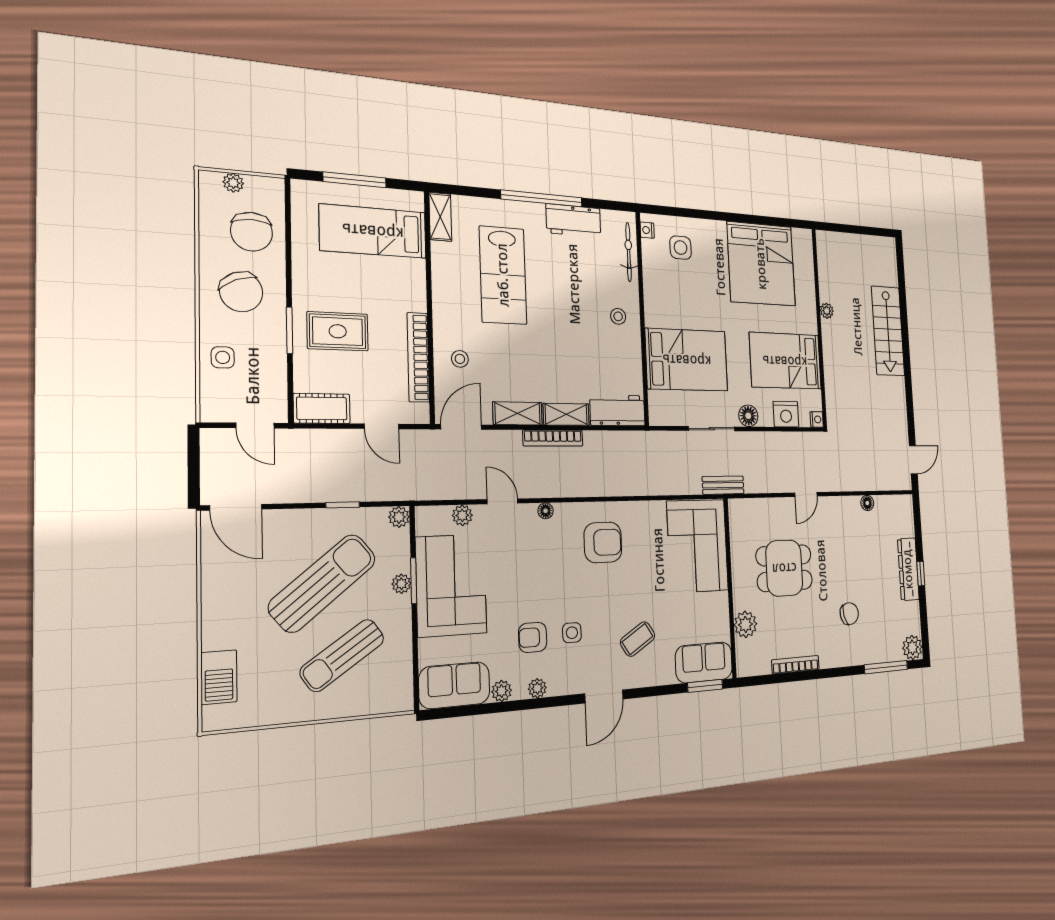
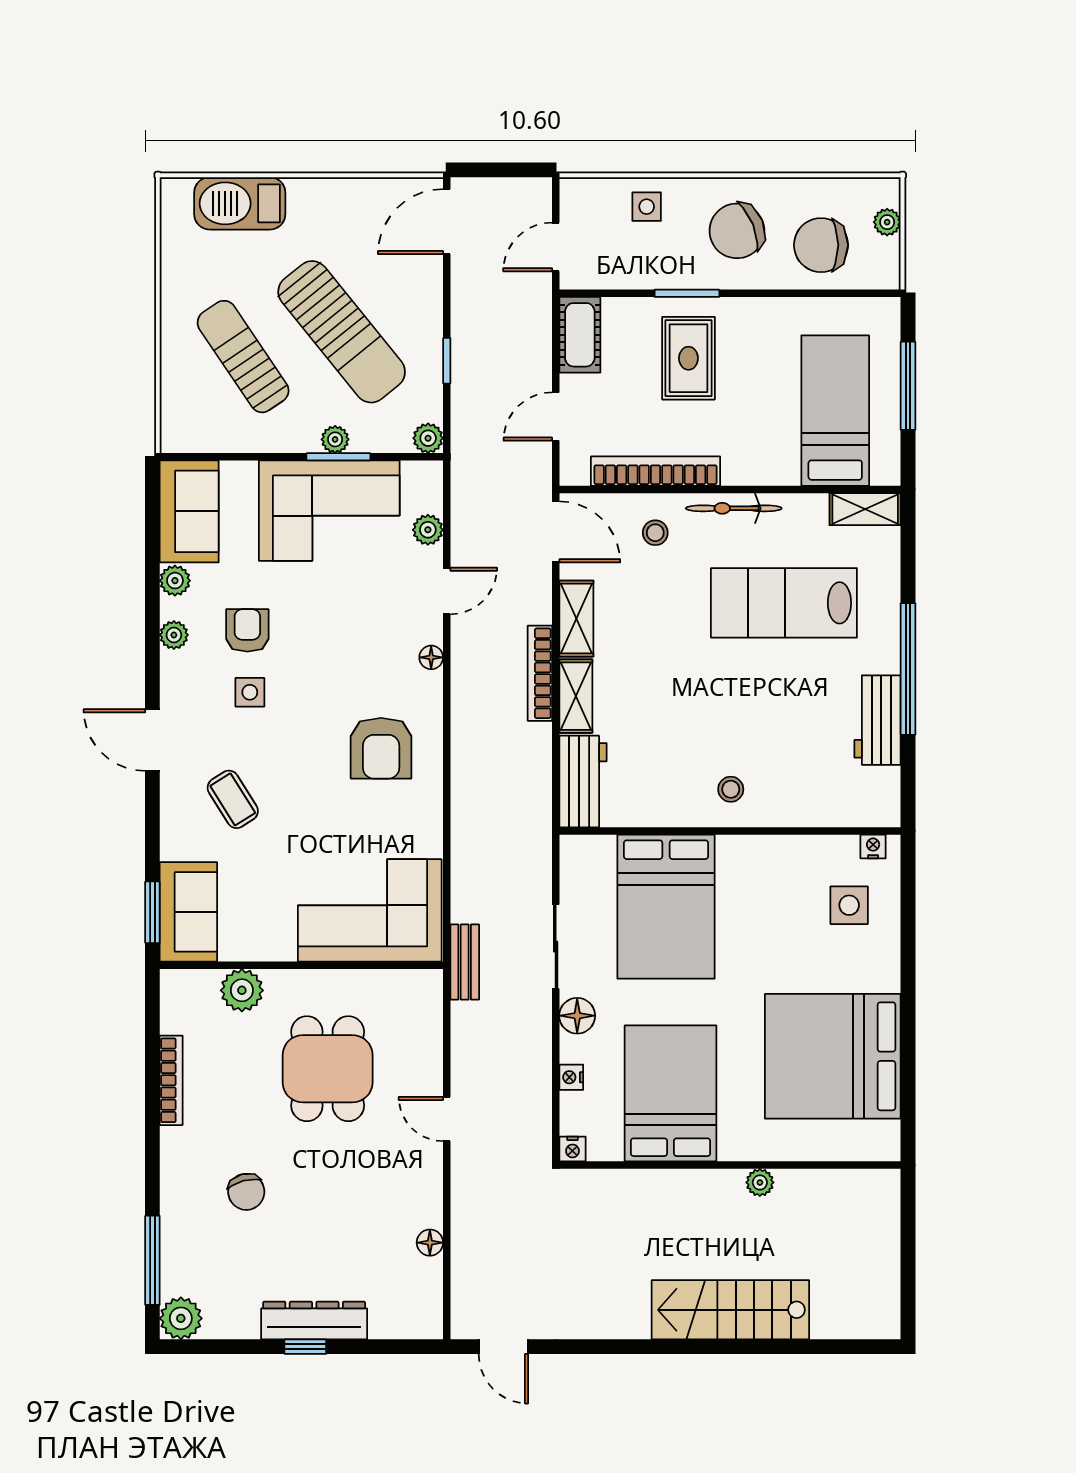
bicycle: (629, 252) -> (734, 508), moved, turned 180
nightstand: (786, 414) -> (571, 1077), width x0.53, depth x0.56
barbecue: (219, 677) -> (240, 203), width x1.37, depth x1.21

